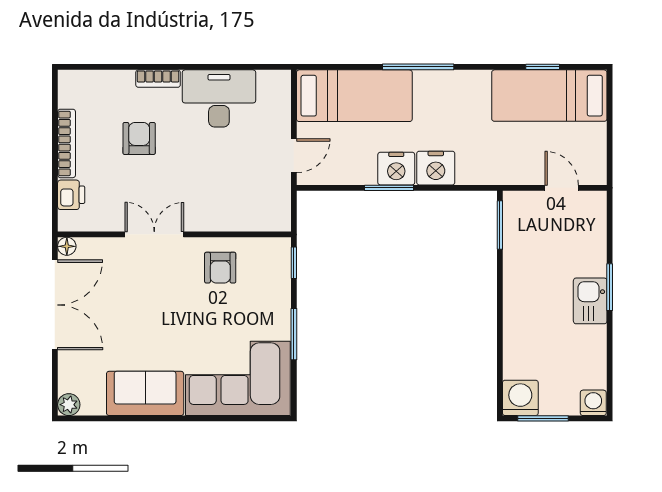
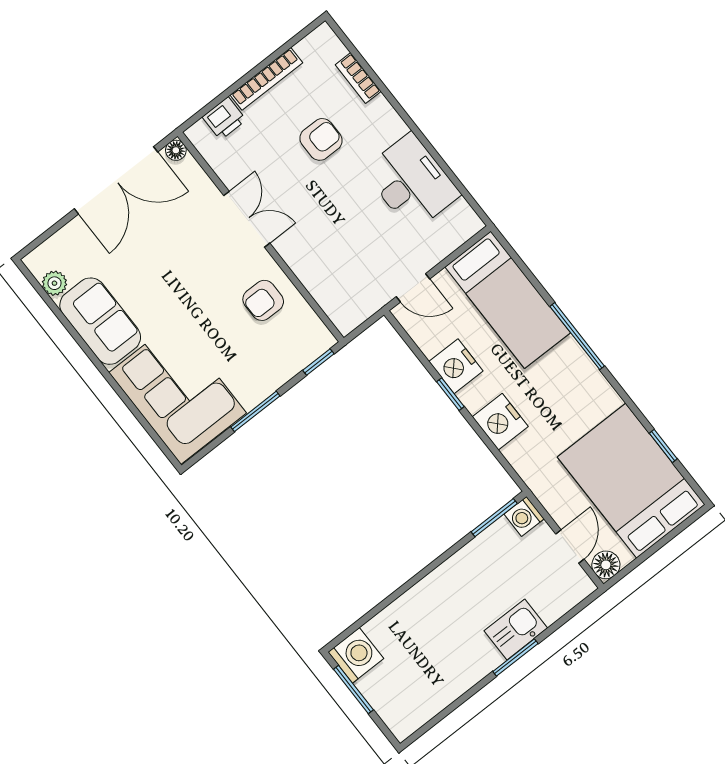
bookcase: (158, 79) -> (358, 78), moved
bed: (549, 96) -> (631, 481), width x1.50
nightstand: (396, 169) -> (456, 366), moved
floor lamp: (594, 173) -> (606, 565), added
window: (389, 188) -> (450, 394), width x0.67
kitchen sink: (590, 301) -> (516, 629), moved
washing machine: (593, 403) -> (524, 516), moved, turned 180
plant: (69, 405) -> (54, 283), moved

